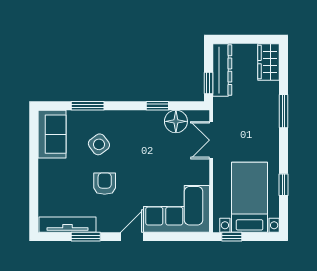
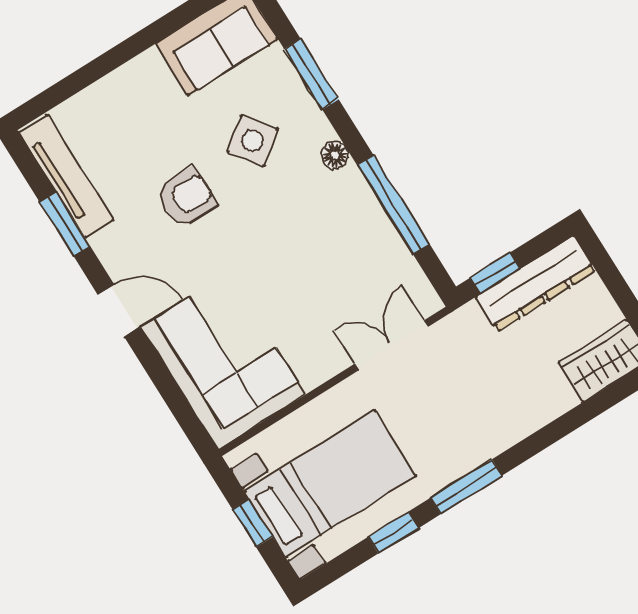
window: (157, 106) -> (393, 205), width x2.17
window: (284, 111) -> (466, 487), moved
floor lamp: (176, 121) -> (335, 155), moved, width x0.53, depth x0.53
window: (232, 237) -> (252, 523), moved

